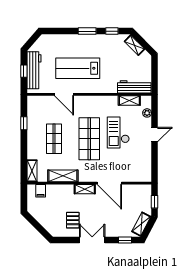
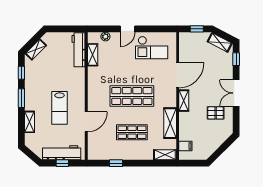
shelving: (64, 39) -> (29, 122), added
lab bench: (78, 68) -> (60, 108), width x0.73, depth x0.72
checkout: (118, 133) -> (152, 48), moved
door: (155, 134) -> (128, 29), swing flipped

